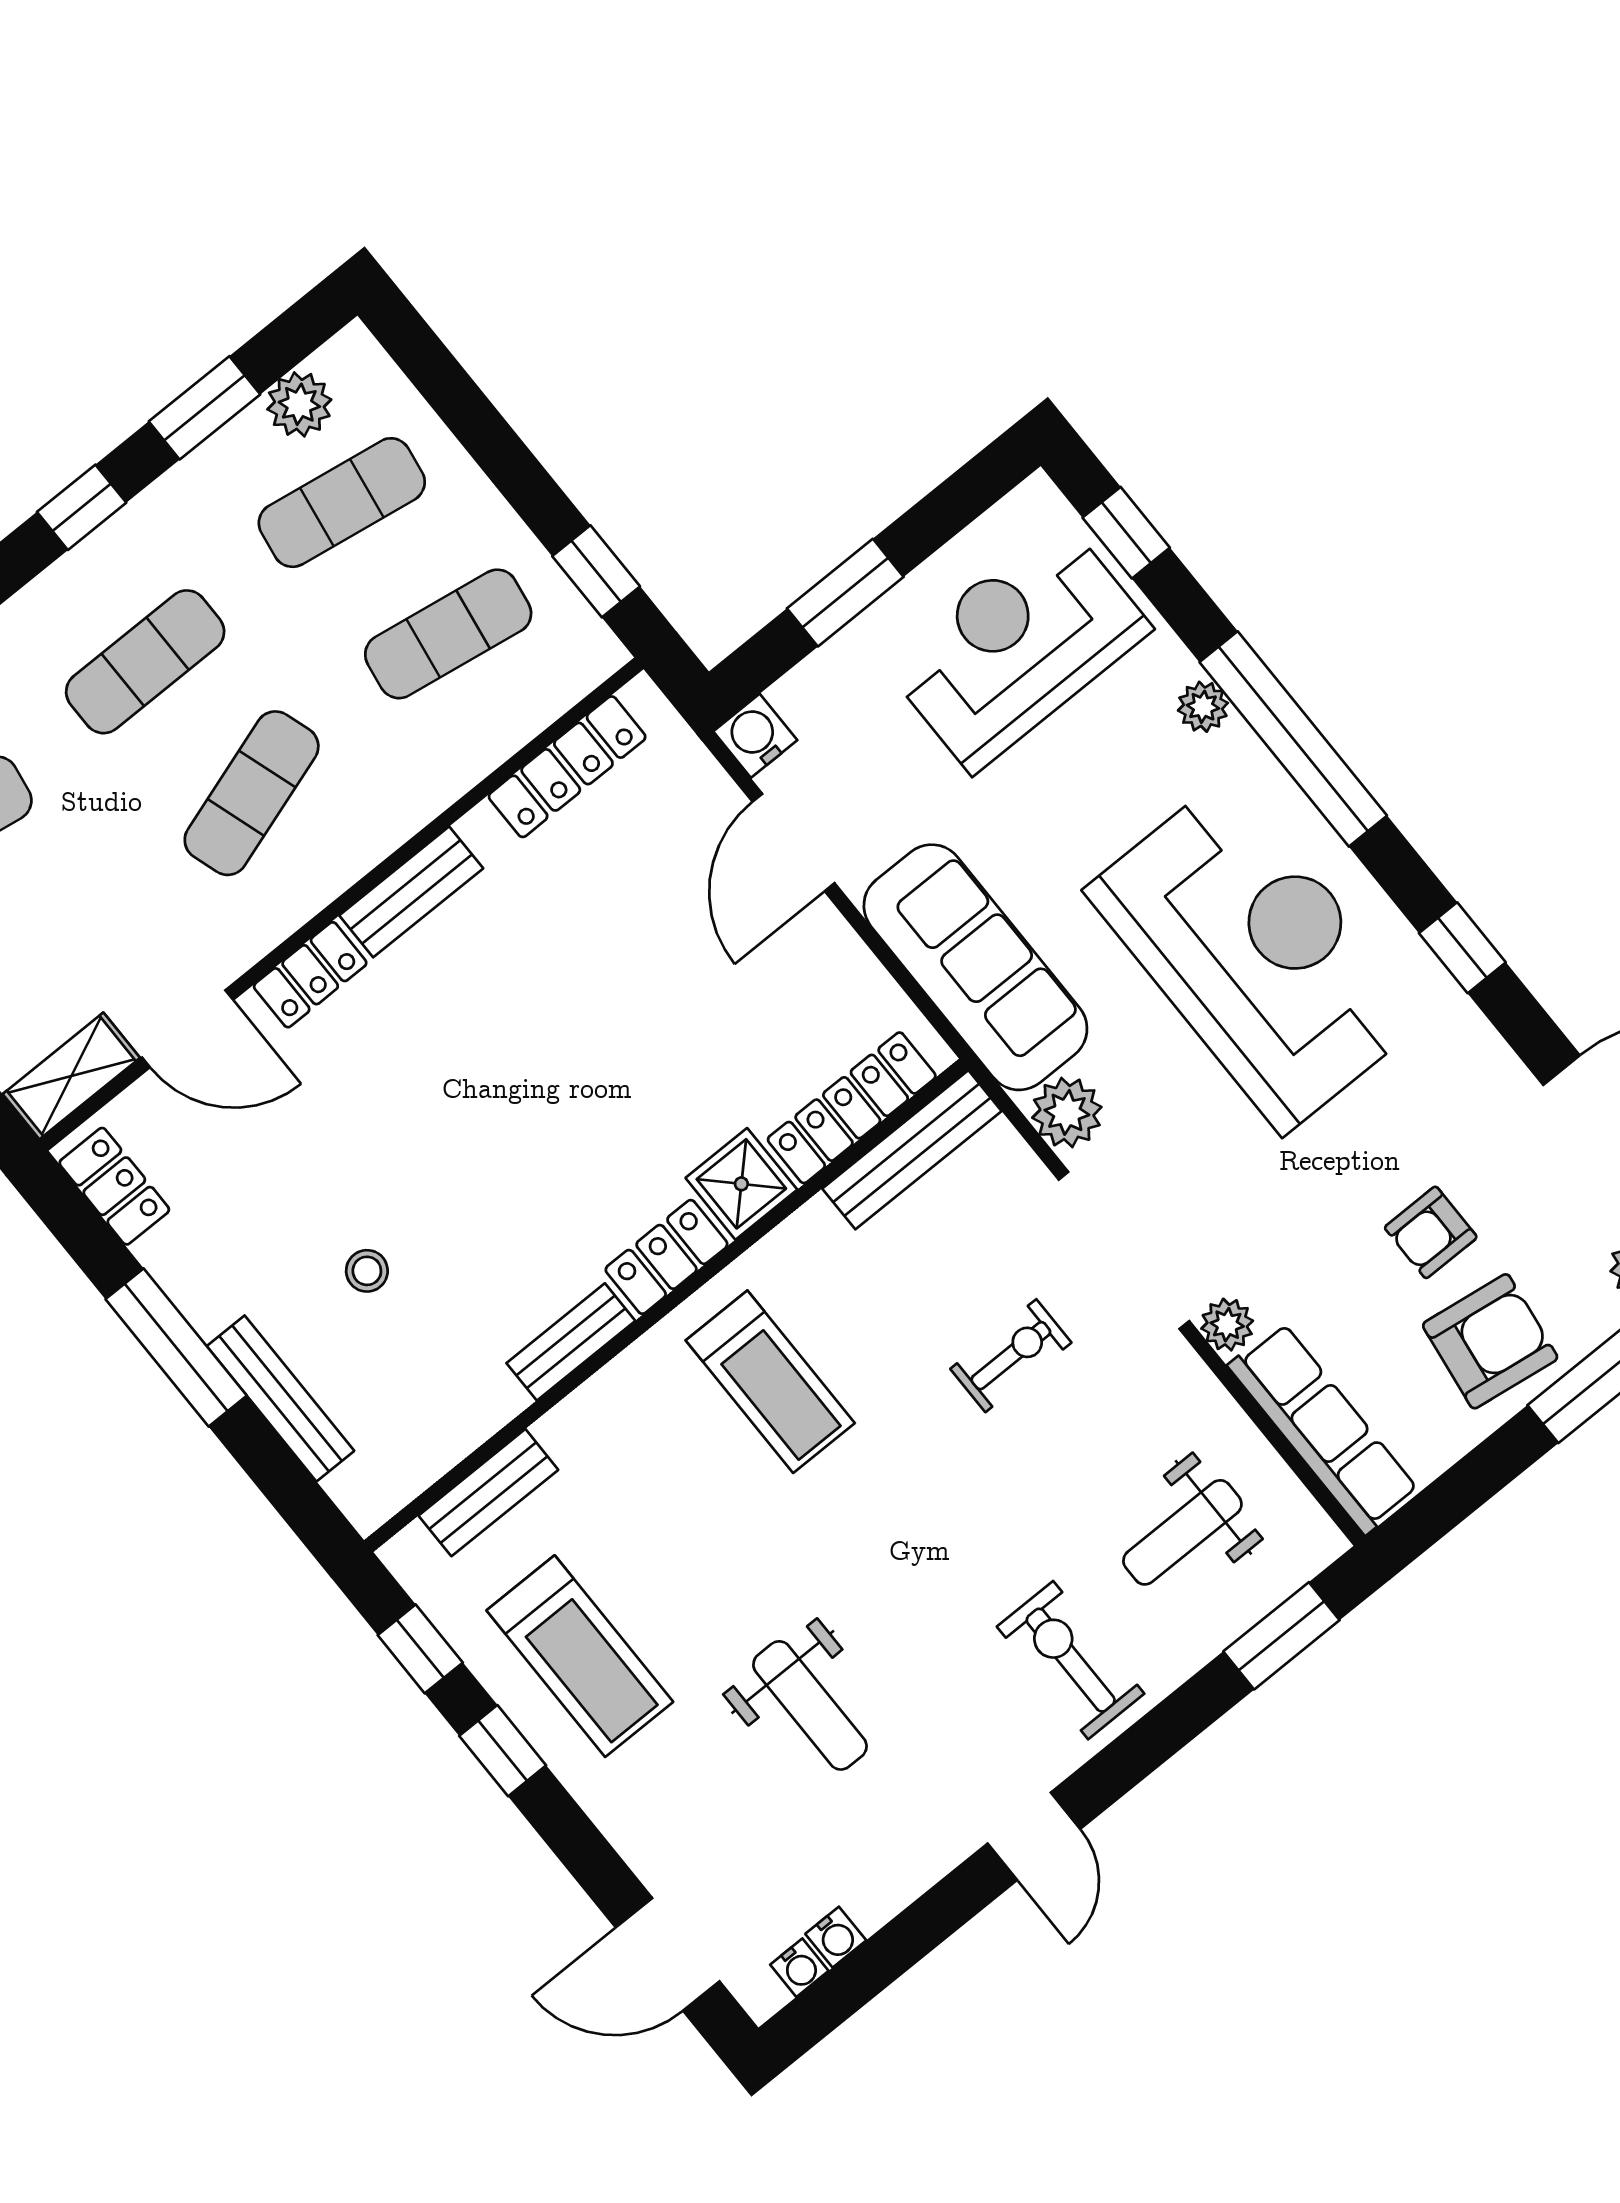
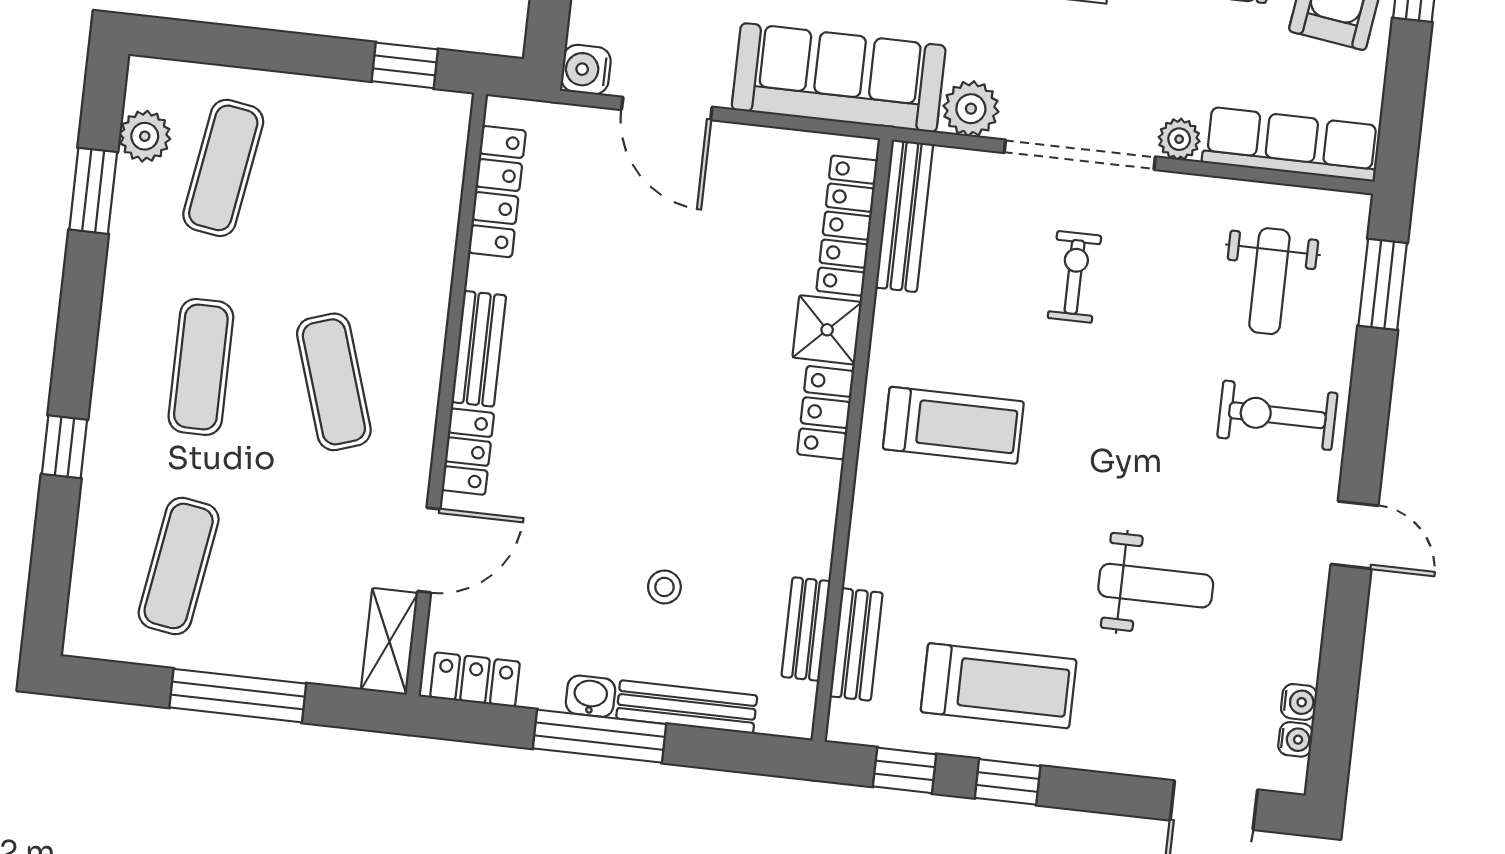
window: (82, 507) -> (79, 315), removed
exercise mat: (448, 634) -> (356, 183), removed
washbasin: (204, 1303) -> (590, 696), added
bench: (571, 1342) -> (806, 629), moved

